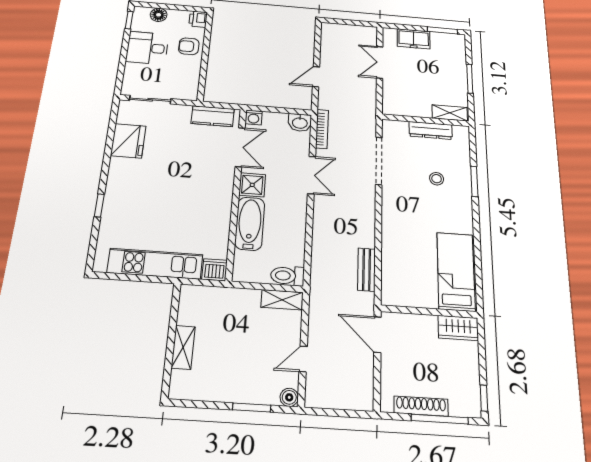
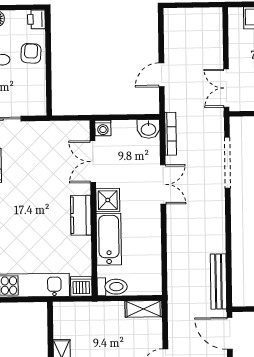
armchair: (189, 46) -> (31, 53), turned 94
double door: (380, 62) -> (226, 88), moved
kitchen counter: (213, 116) -> (81, 215), moved, turned 90
double door: (240, 147) -> (93, 162), swing flipped
bench: (367, 270) -> (219, 282), width x1.36
toilet: (287, 276) -> (112, 287), moved, turned 180

